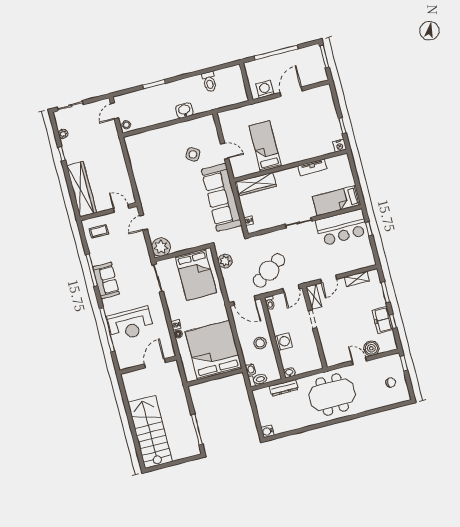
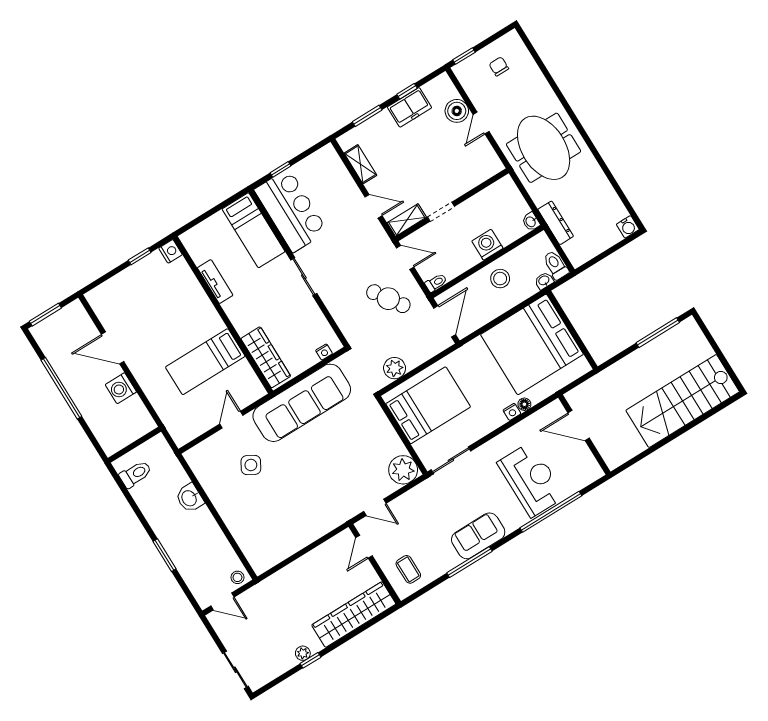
wall: (246, 82) -> (134, 445), moved
plant: (63, 134) -> (303, 653), moved
cafe table: (269, 271) -> (388, 299), width x0.73, depth x0.74

